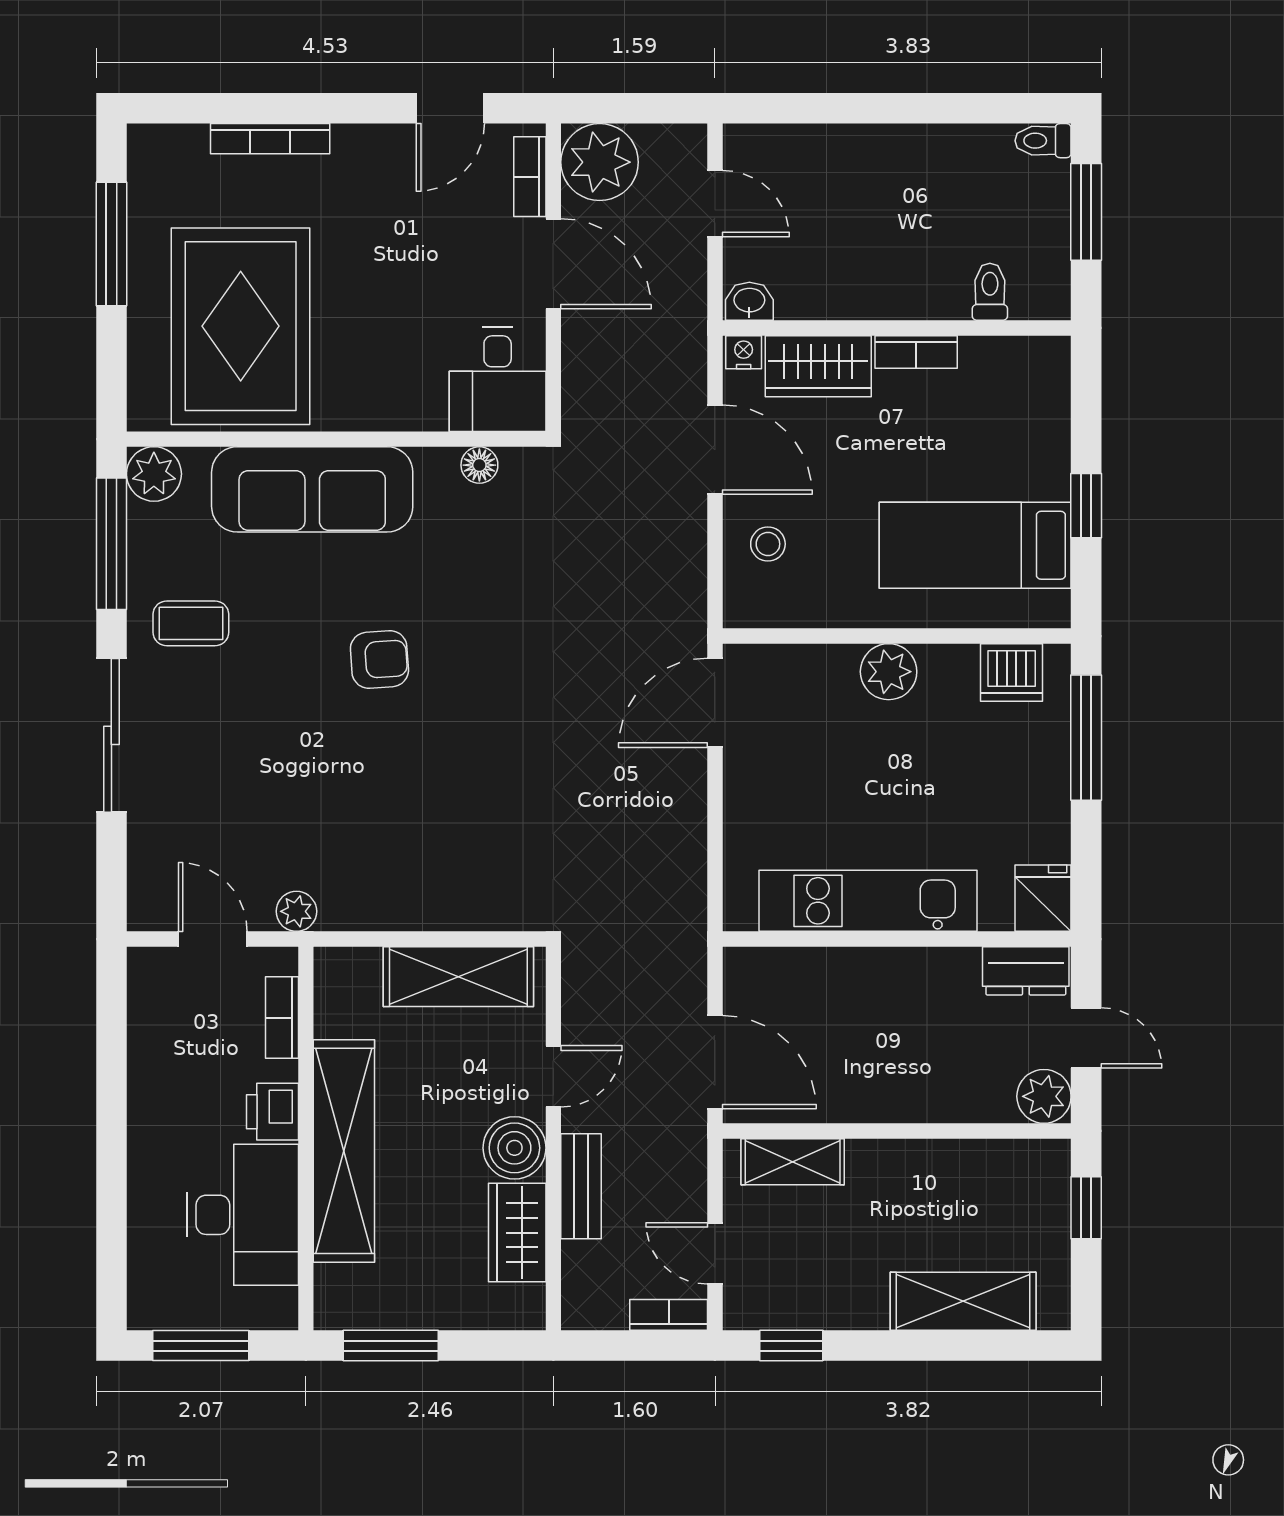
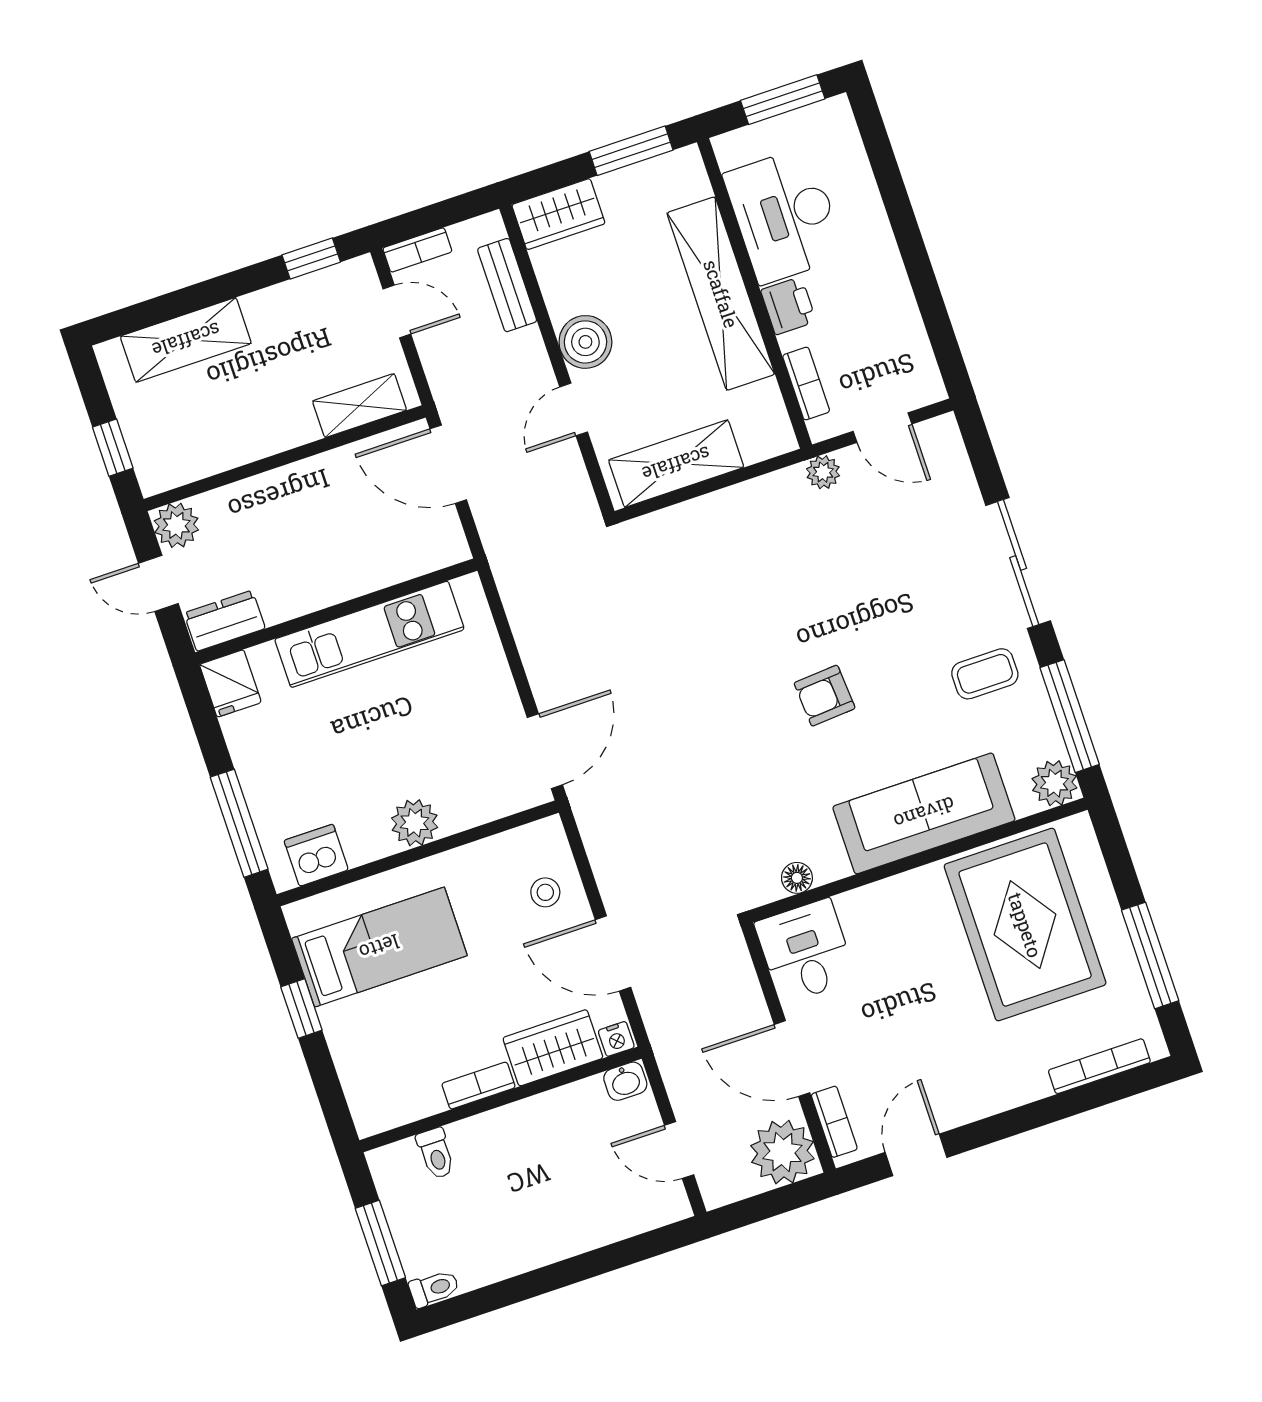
bookcase: (270, 139) -> (1099, 1066), moved
bench: (581, 1186) -> (507, 285), moved
wardrobe: (517, 1233) -> (558, 214), moved, turned 90

